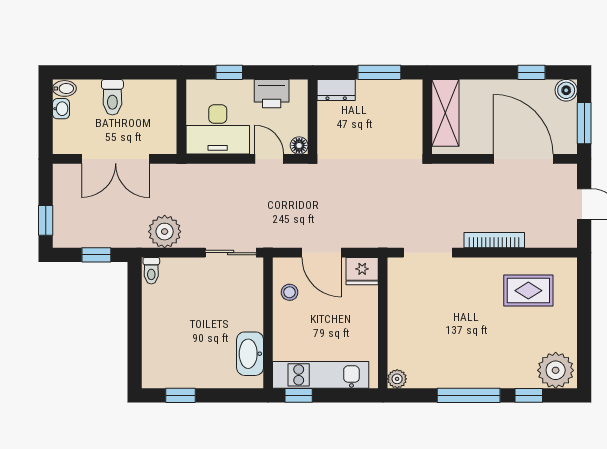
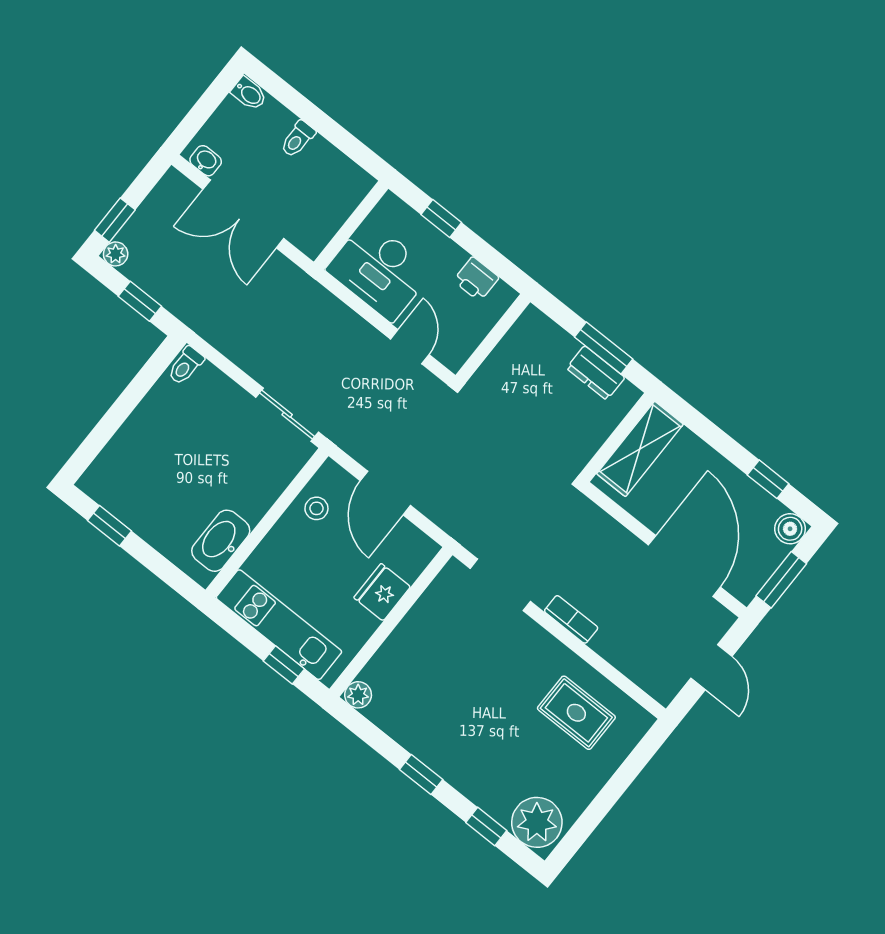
dresser: (336, 90) -> (596, 373), moved
printer: (272, 94) -> (476, 279), width x0.73, depth x0.81
toilet: (112, 97) -> (298, 139), width x0.73, depth x0.72
washbasin: (61, 109) -> (206, 161), moved, turned -90
floor lamp: (299, 145) -> (454, 358), removed
plant: (165, 232) -> (116, 254), moved, width x0.53, depth x0.53
bookcase: (494, 240) -> (571, 619), width x0.64
fridge: (362, 271) -> (382, 592), moved, turned 90
window: (299, 395) -> (284, 665), moved
window: (469, 395) -> (421, 775), width x0.46

